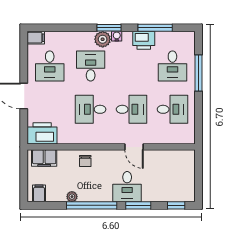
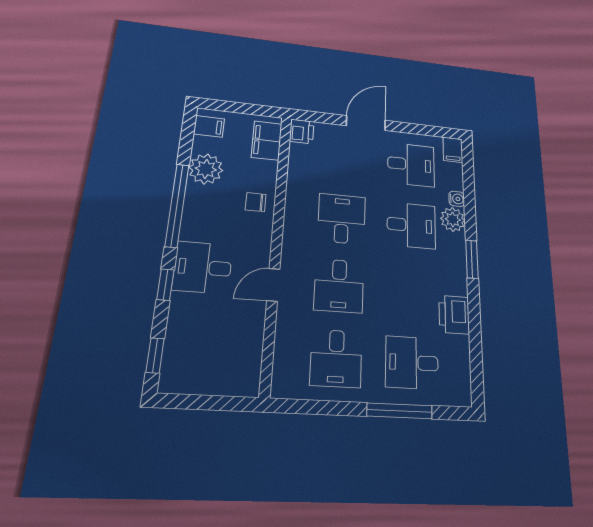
window: (155, 28) -> (475, 336), removed
water cooler: (117, 36) -> (457, 199), moved
plant: (103, 39) -> (453, 219), moved
desk: (50, 66) -> (411, 165), turned 180
printer: (42, 133) -> (302, 131), width x0.53, depth x0.68
plant: (72, 197) -> (206, 169), width x1.87, depth x1.87
window: (138, 205) -> (165, 285), width x0.67

